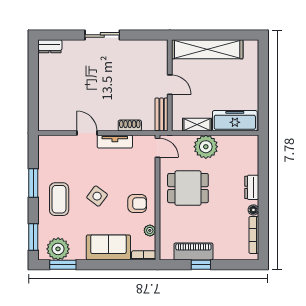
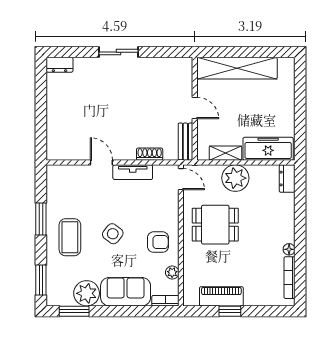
dresser: (252, 187) -> (287, 179), moved
plant: (58, 249) -> (87, 293), moved

